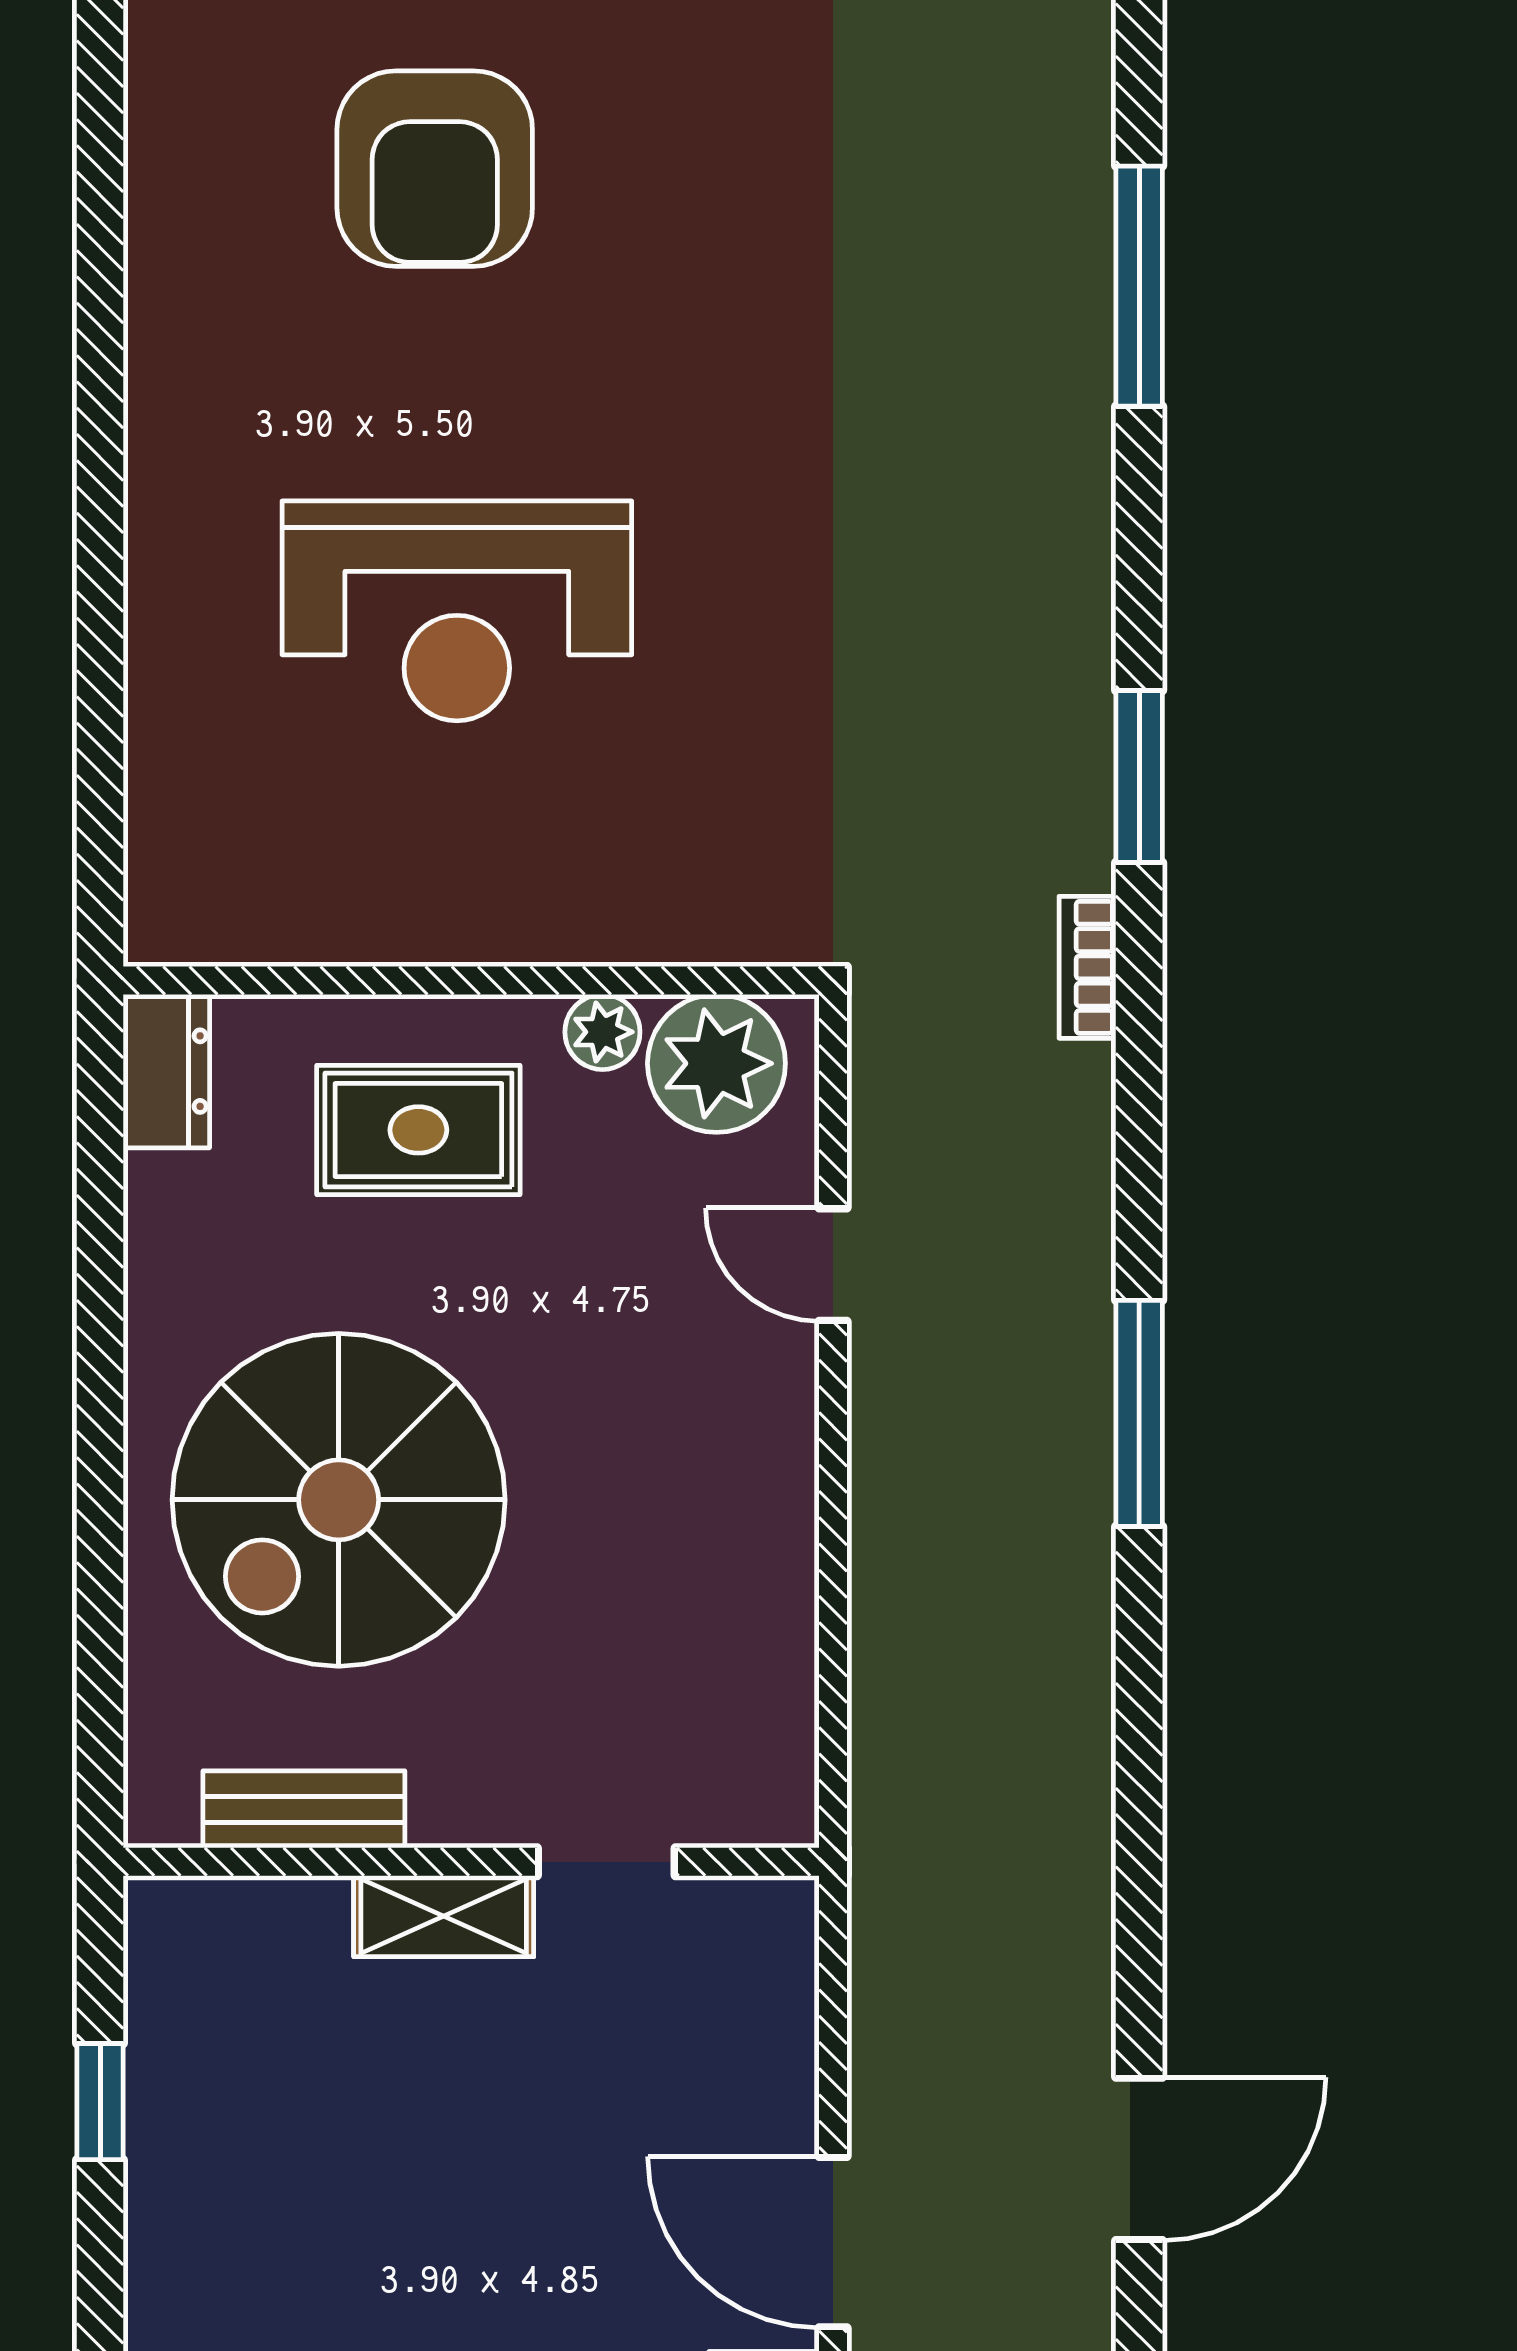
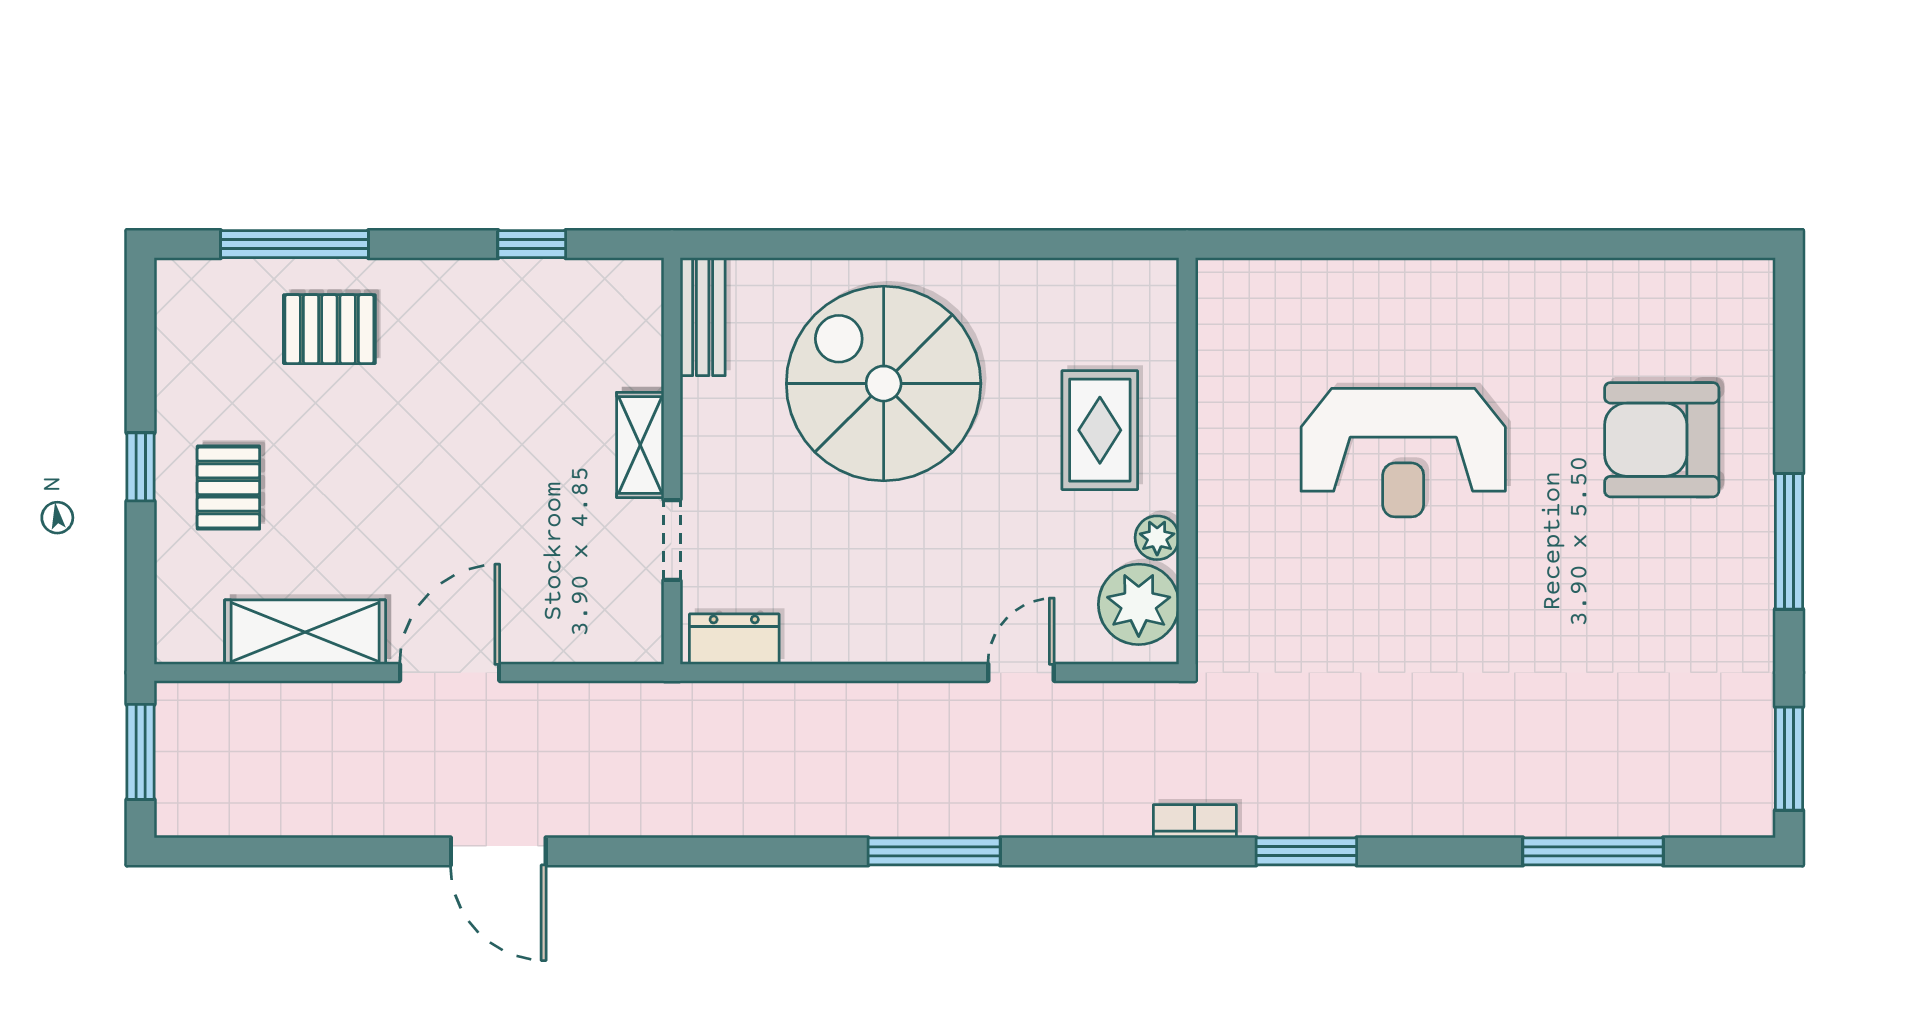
reception desk: (457, 611) -> (1403, 453), turned -90
dresser: (166, 1071) -> (734, 639), moved, turned 180
bench: (304, 1809) -> (703, 317), moved

